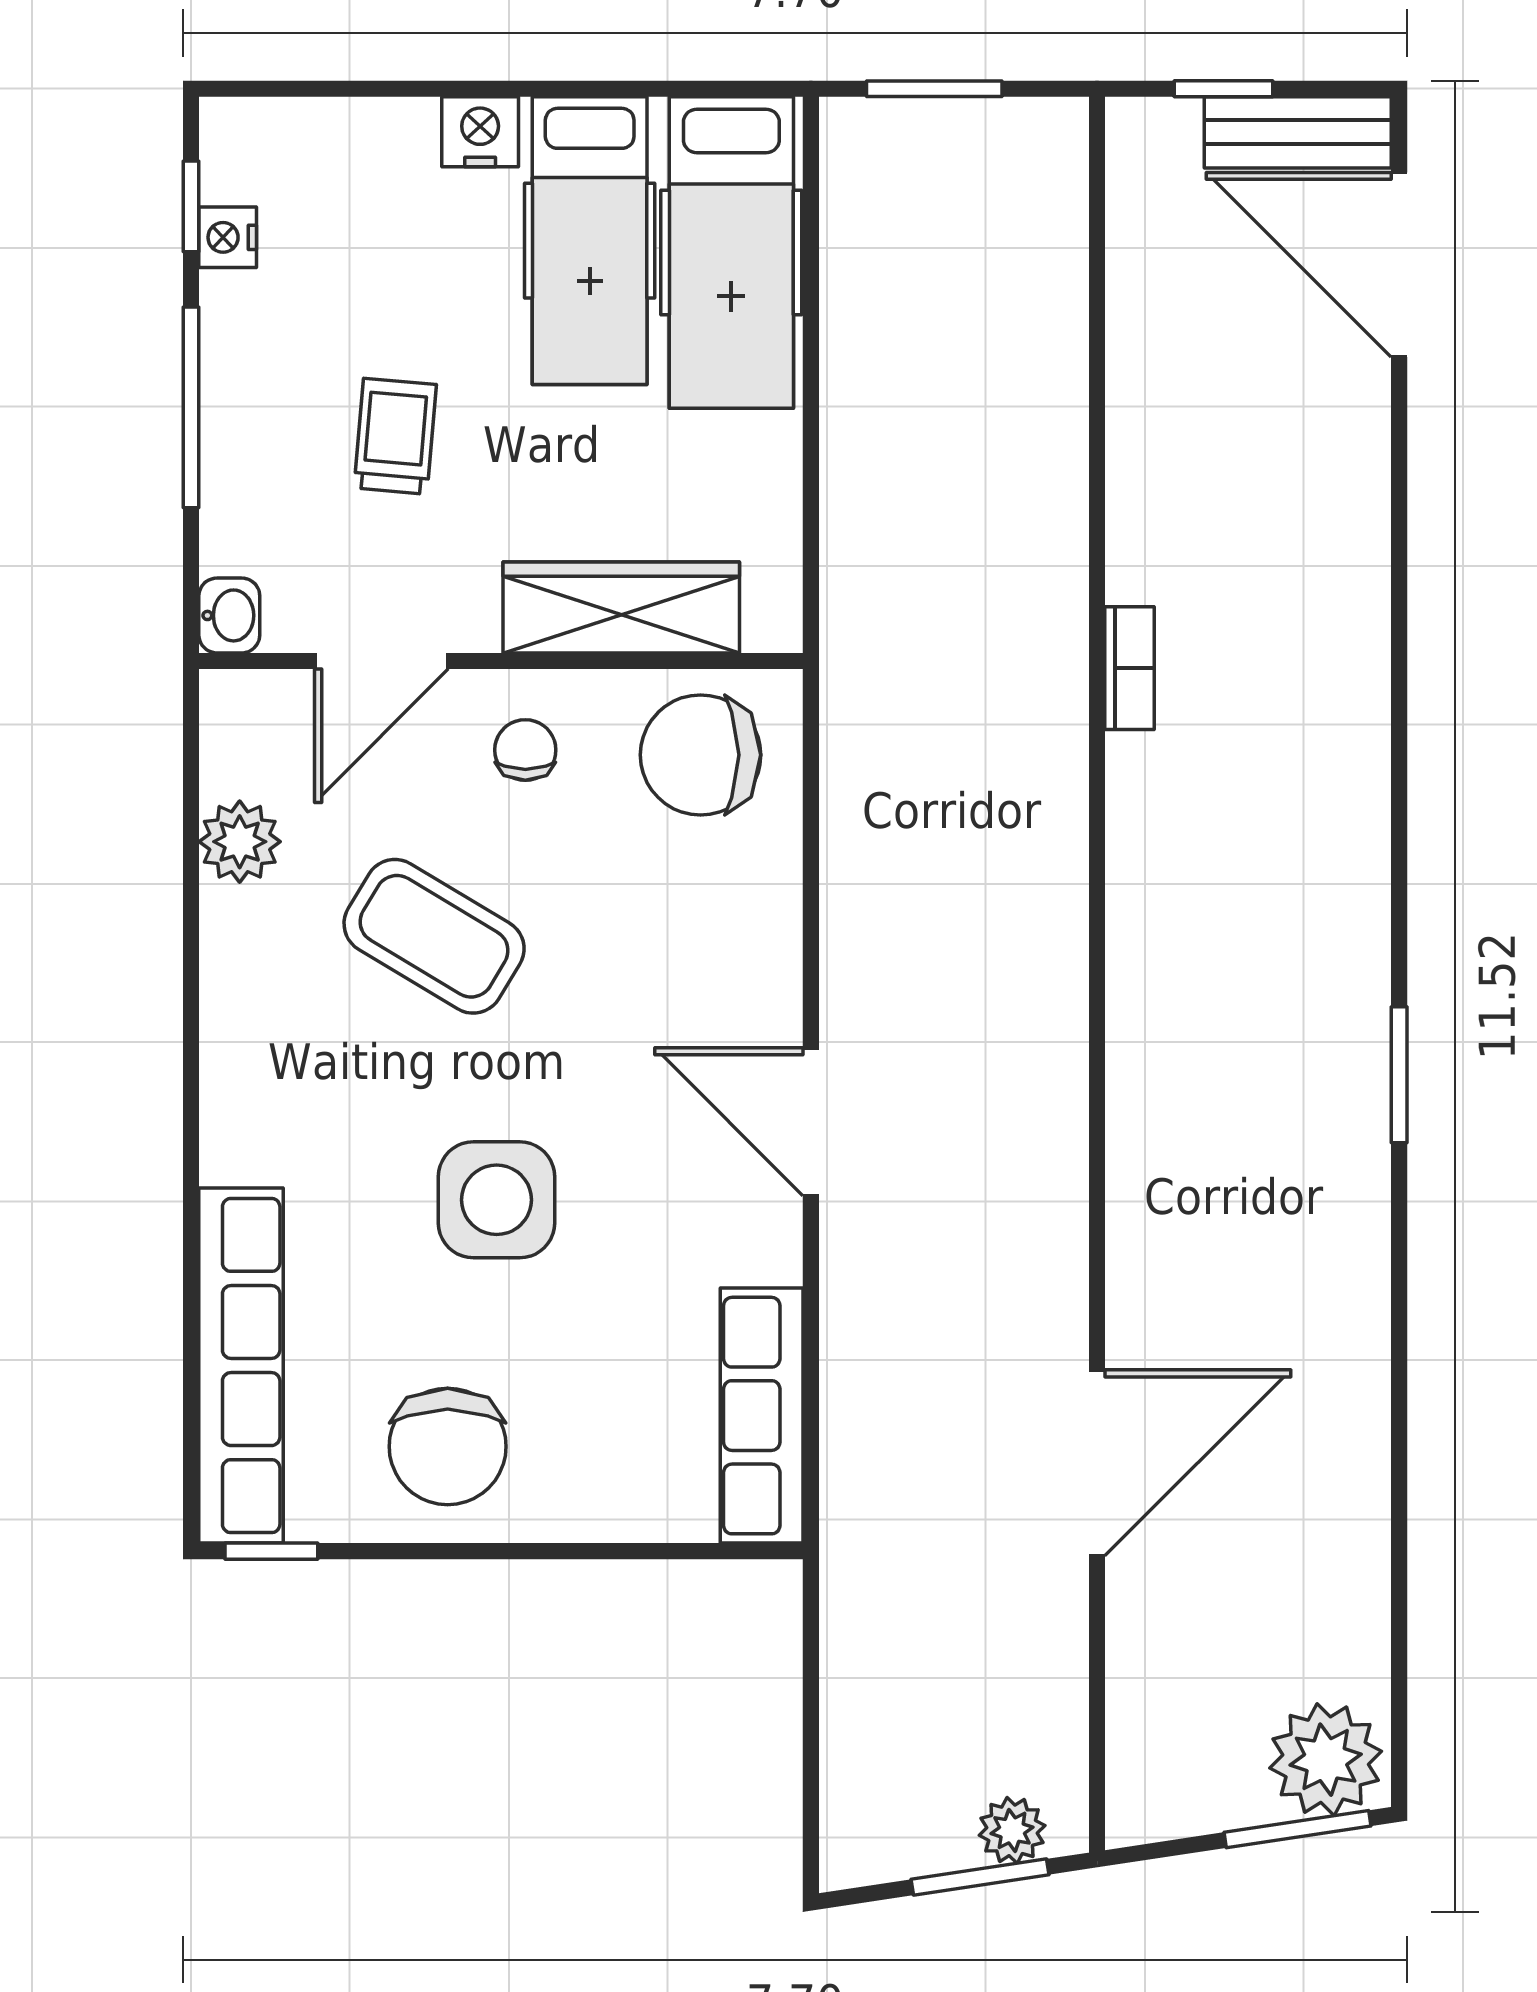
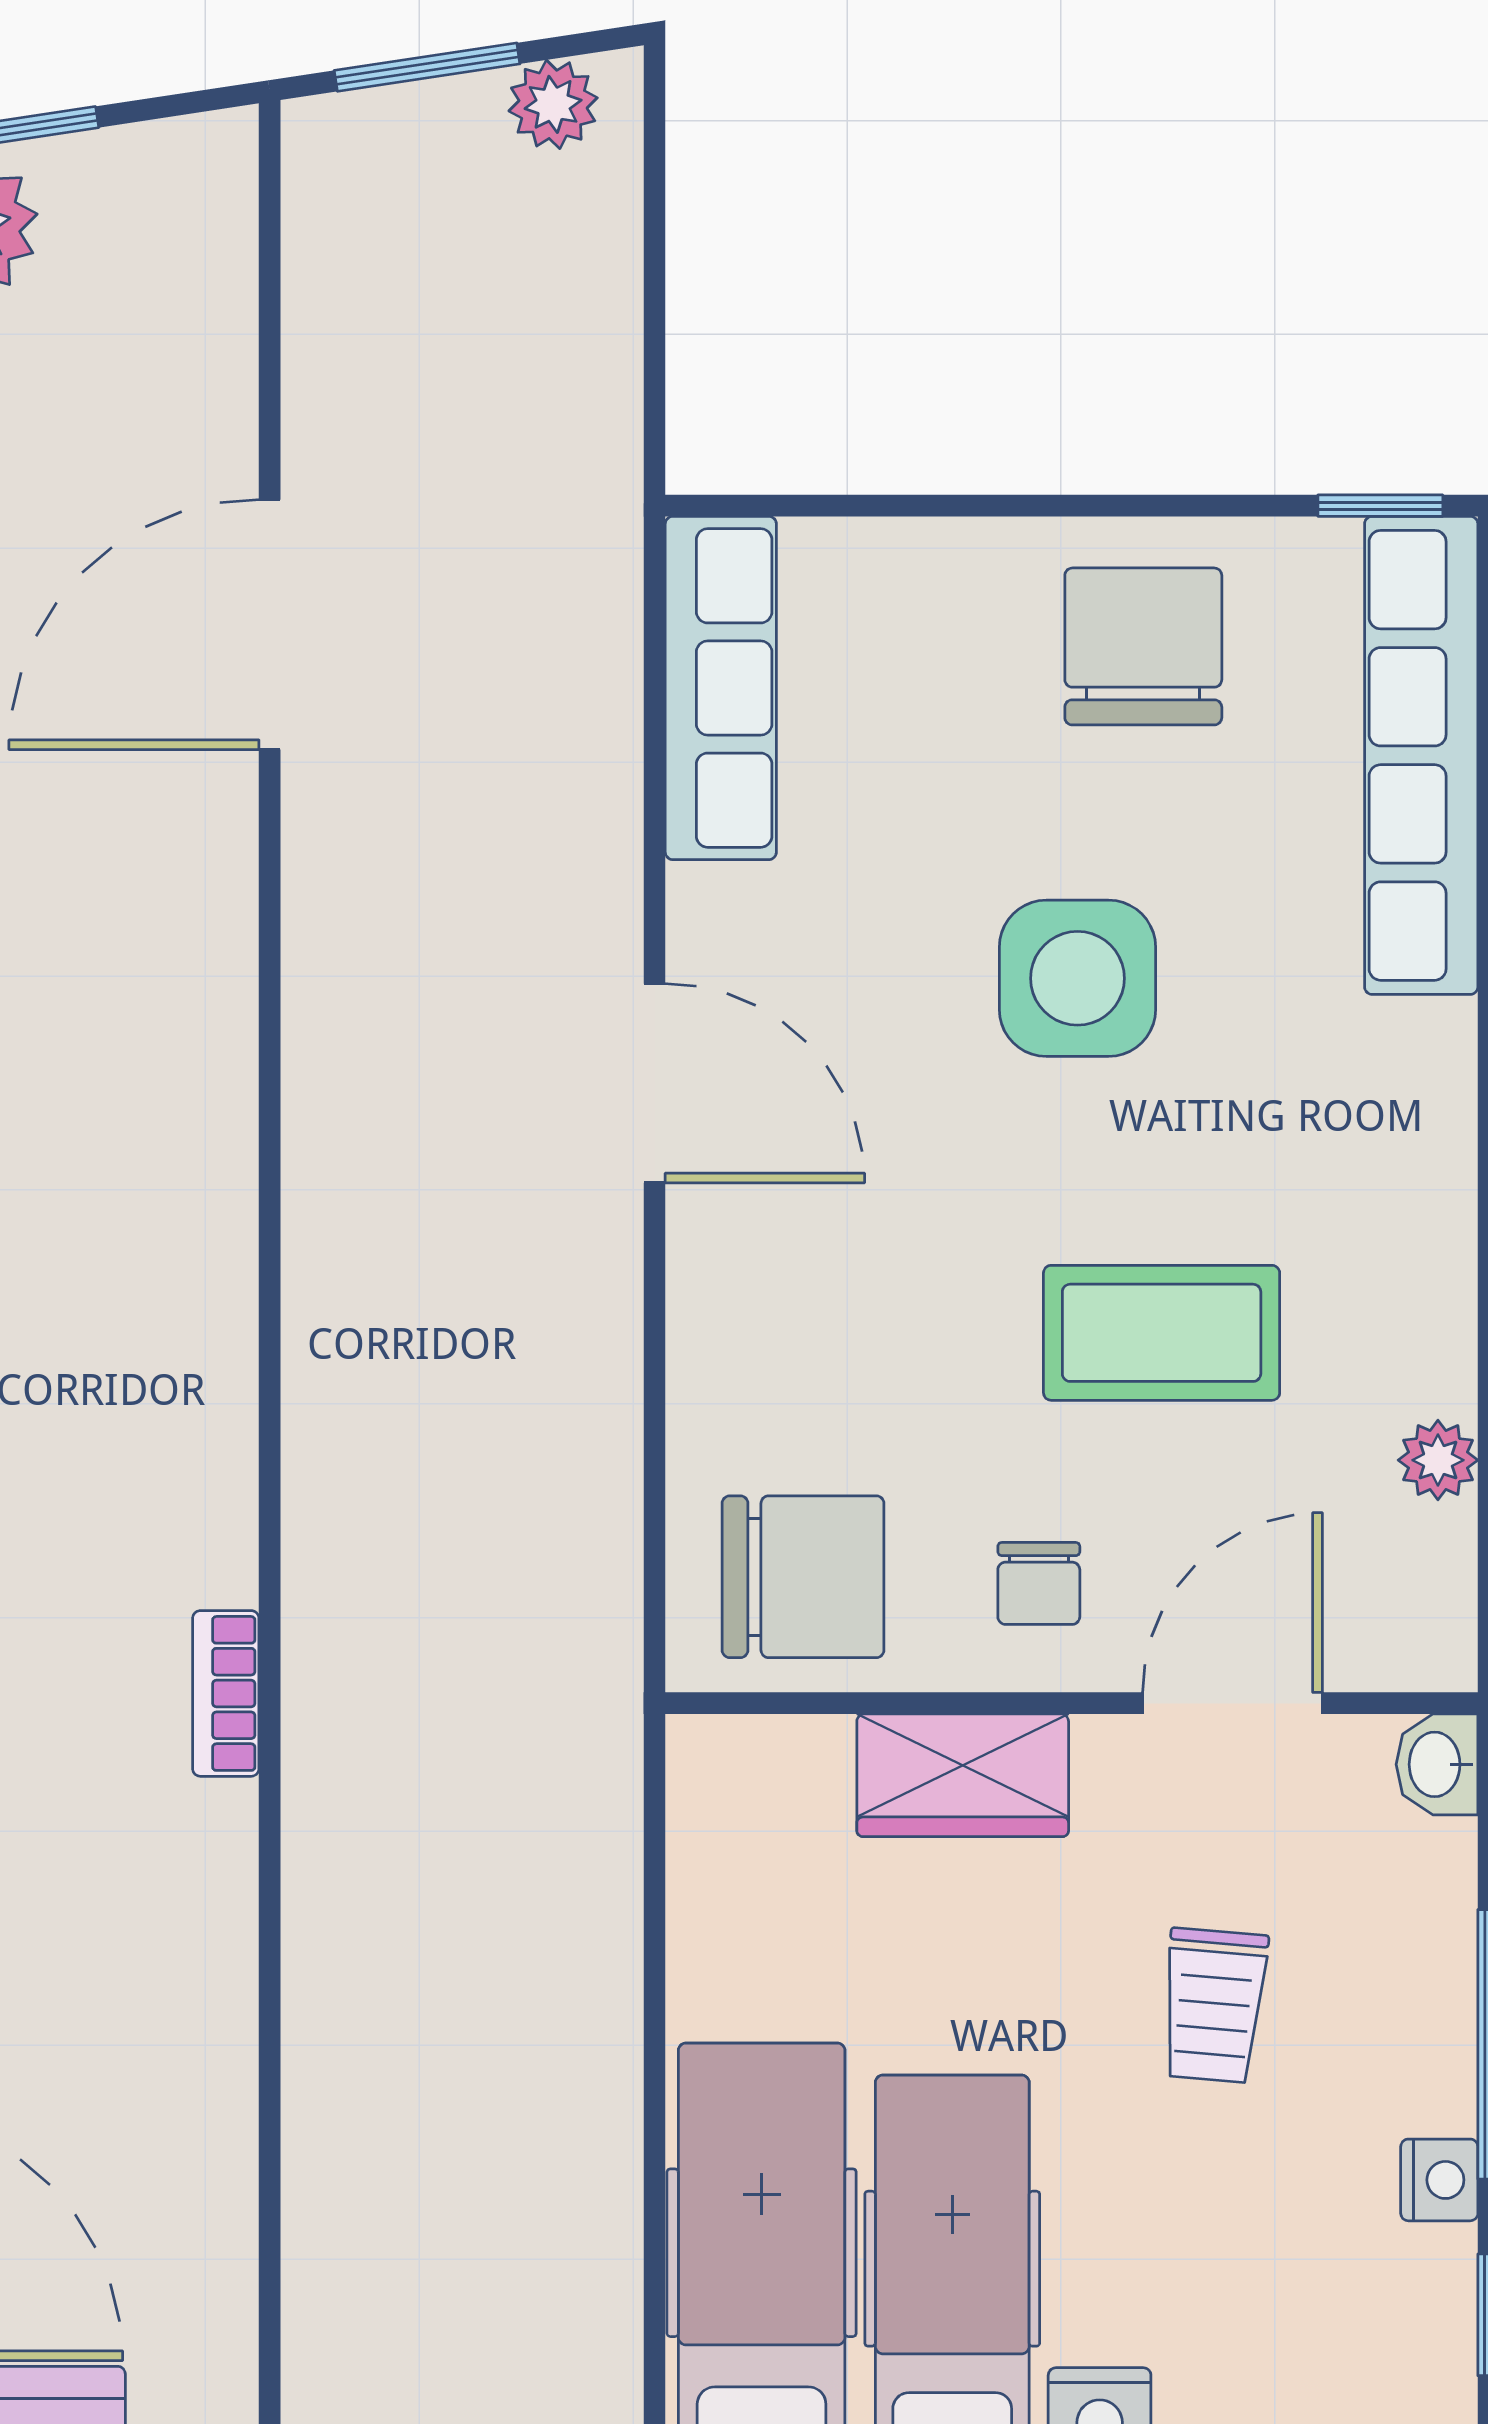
nightstand: (228, 237) -> (1439, 2180), moved
wardrobe: (621, 607) -> (963, 1775), width x0.67
plant: (240, 842) -> (1438, 1460), width x0.73, depth x0.73
coffee table: (434, 936) -> (1162, 1333), turned -31
plant: (1012, 1830) -> (553, 104), moved

